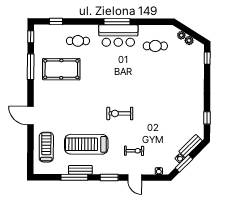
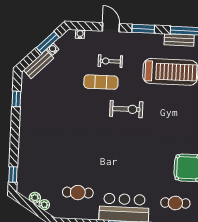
exercise mat: (141, 134) -> (101, 82), added

